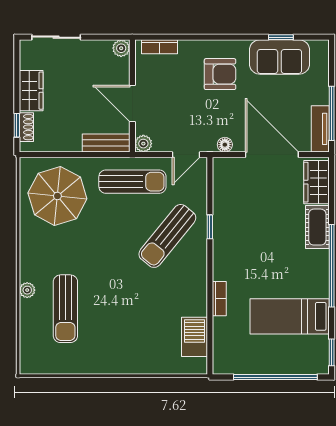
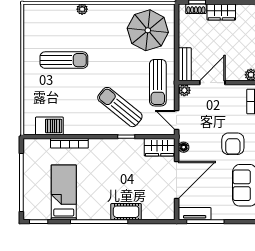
wardrobe: (316, 182) -> (160, 147), moved, turned 180
bookcase: (219, 299) -> (69, 143), width x1.56
sun lounger: (65, 309) -> (64, 60), moved, turned 180

